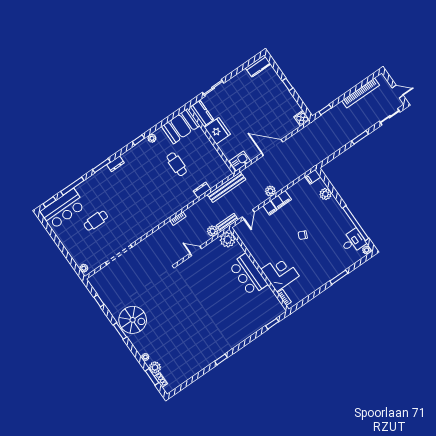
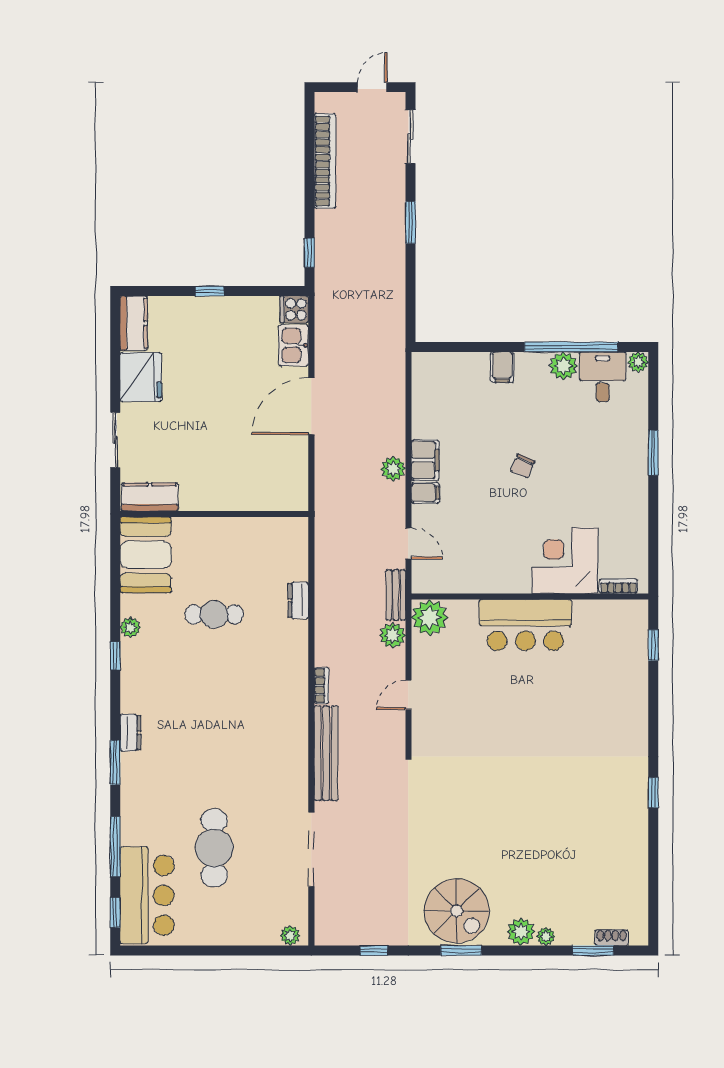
fridge: (217, 131) -> (141, 377), moved, turned 90
kitchen sink: (240, 161) -> (294, 345), moved
filing cabinet: (313, 177) -> (502, 367), moved
bench: (227, 187) -> (326, 753), moved
plant: (325, 194) -> (563, 366), moved
cafe table: (96, 221) -> (214, 848), width x1.37, depth x1.35
spiral stairs: (133, 320) -> (457, 911), turned 90
plant: (155, 367) -> (521, 932), moved

